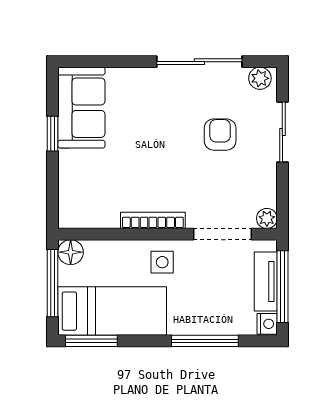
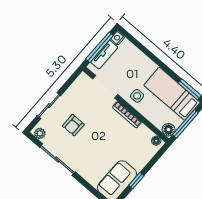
plant: (267, 218) -> (83, 78), removed
floor lamp: (75, 220) -> (156, 141), added
window: (205, 341) -> (147, 52), removed

